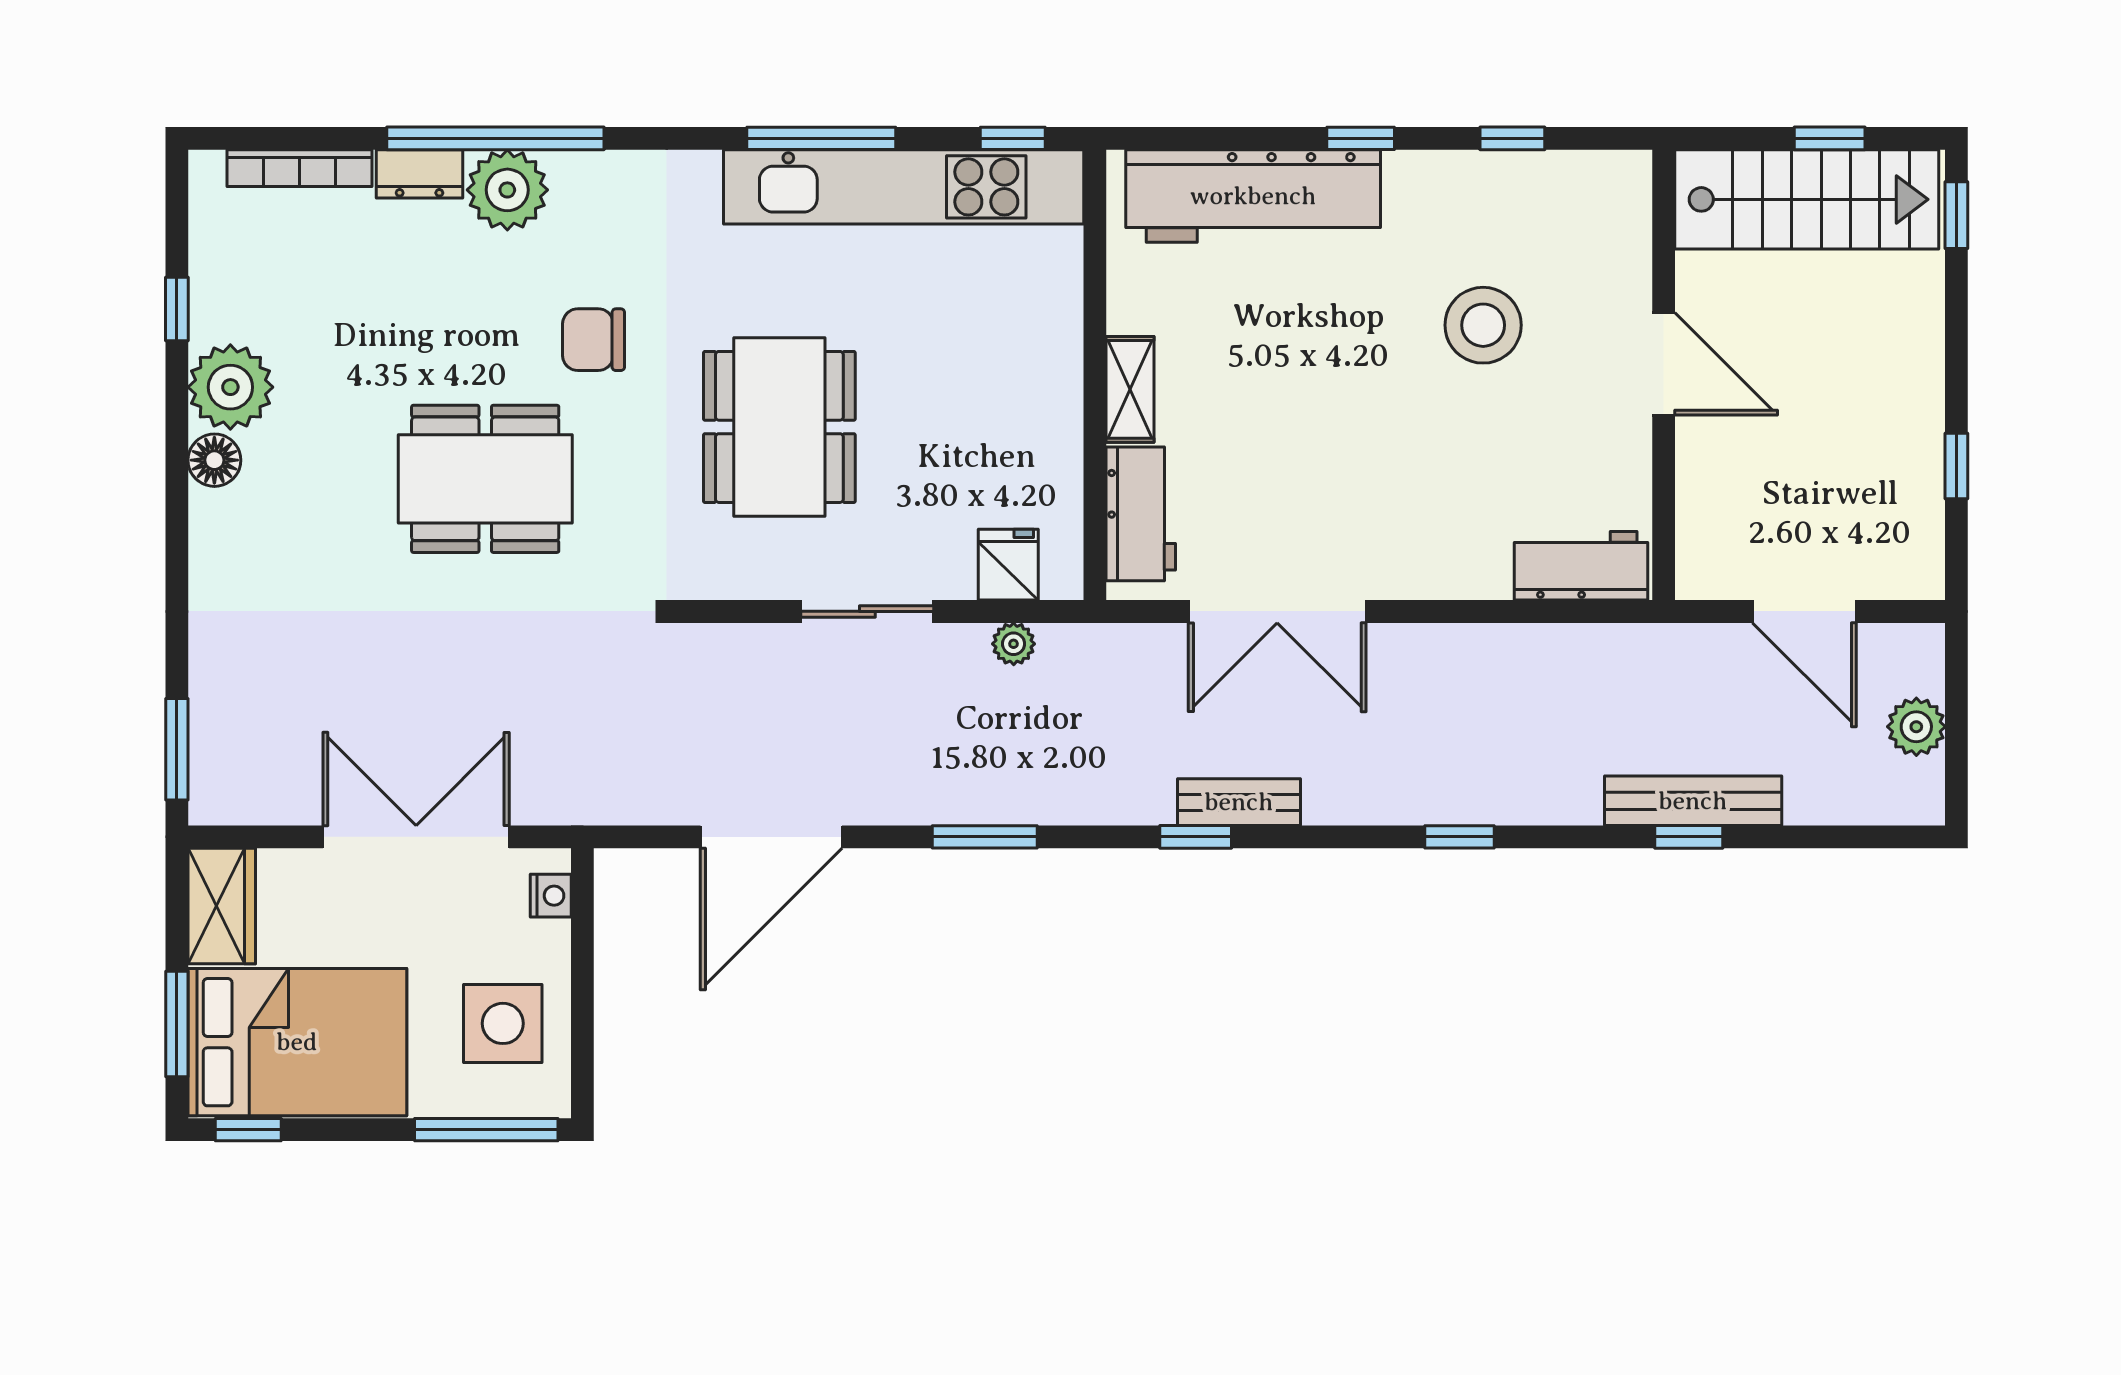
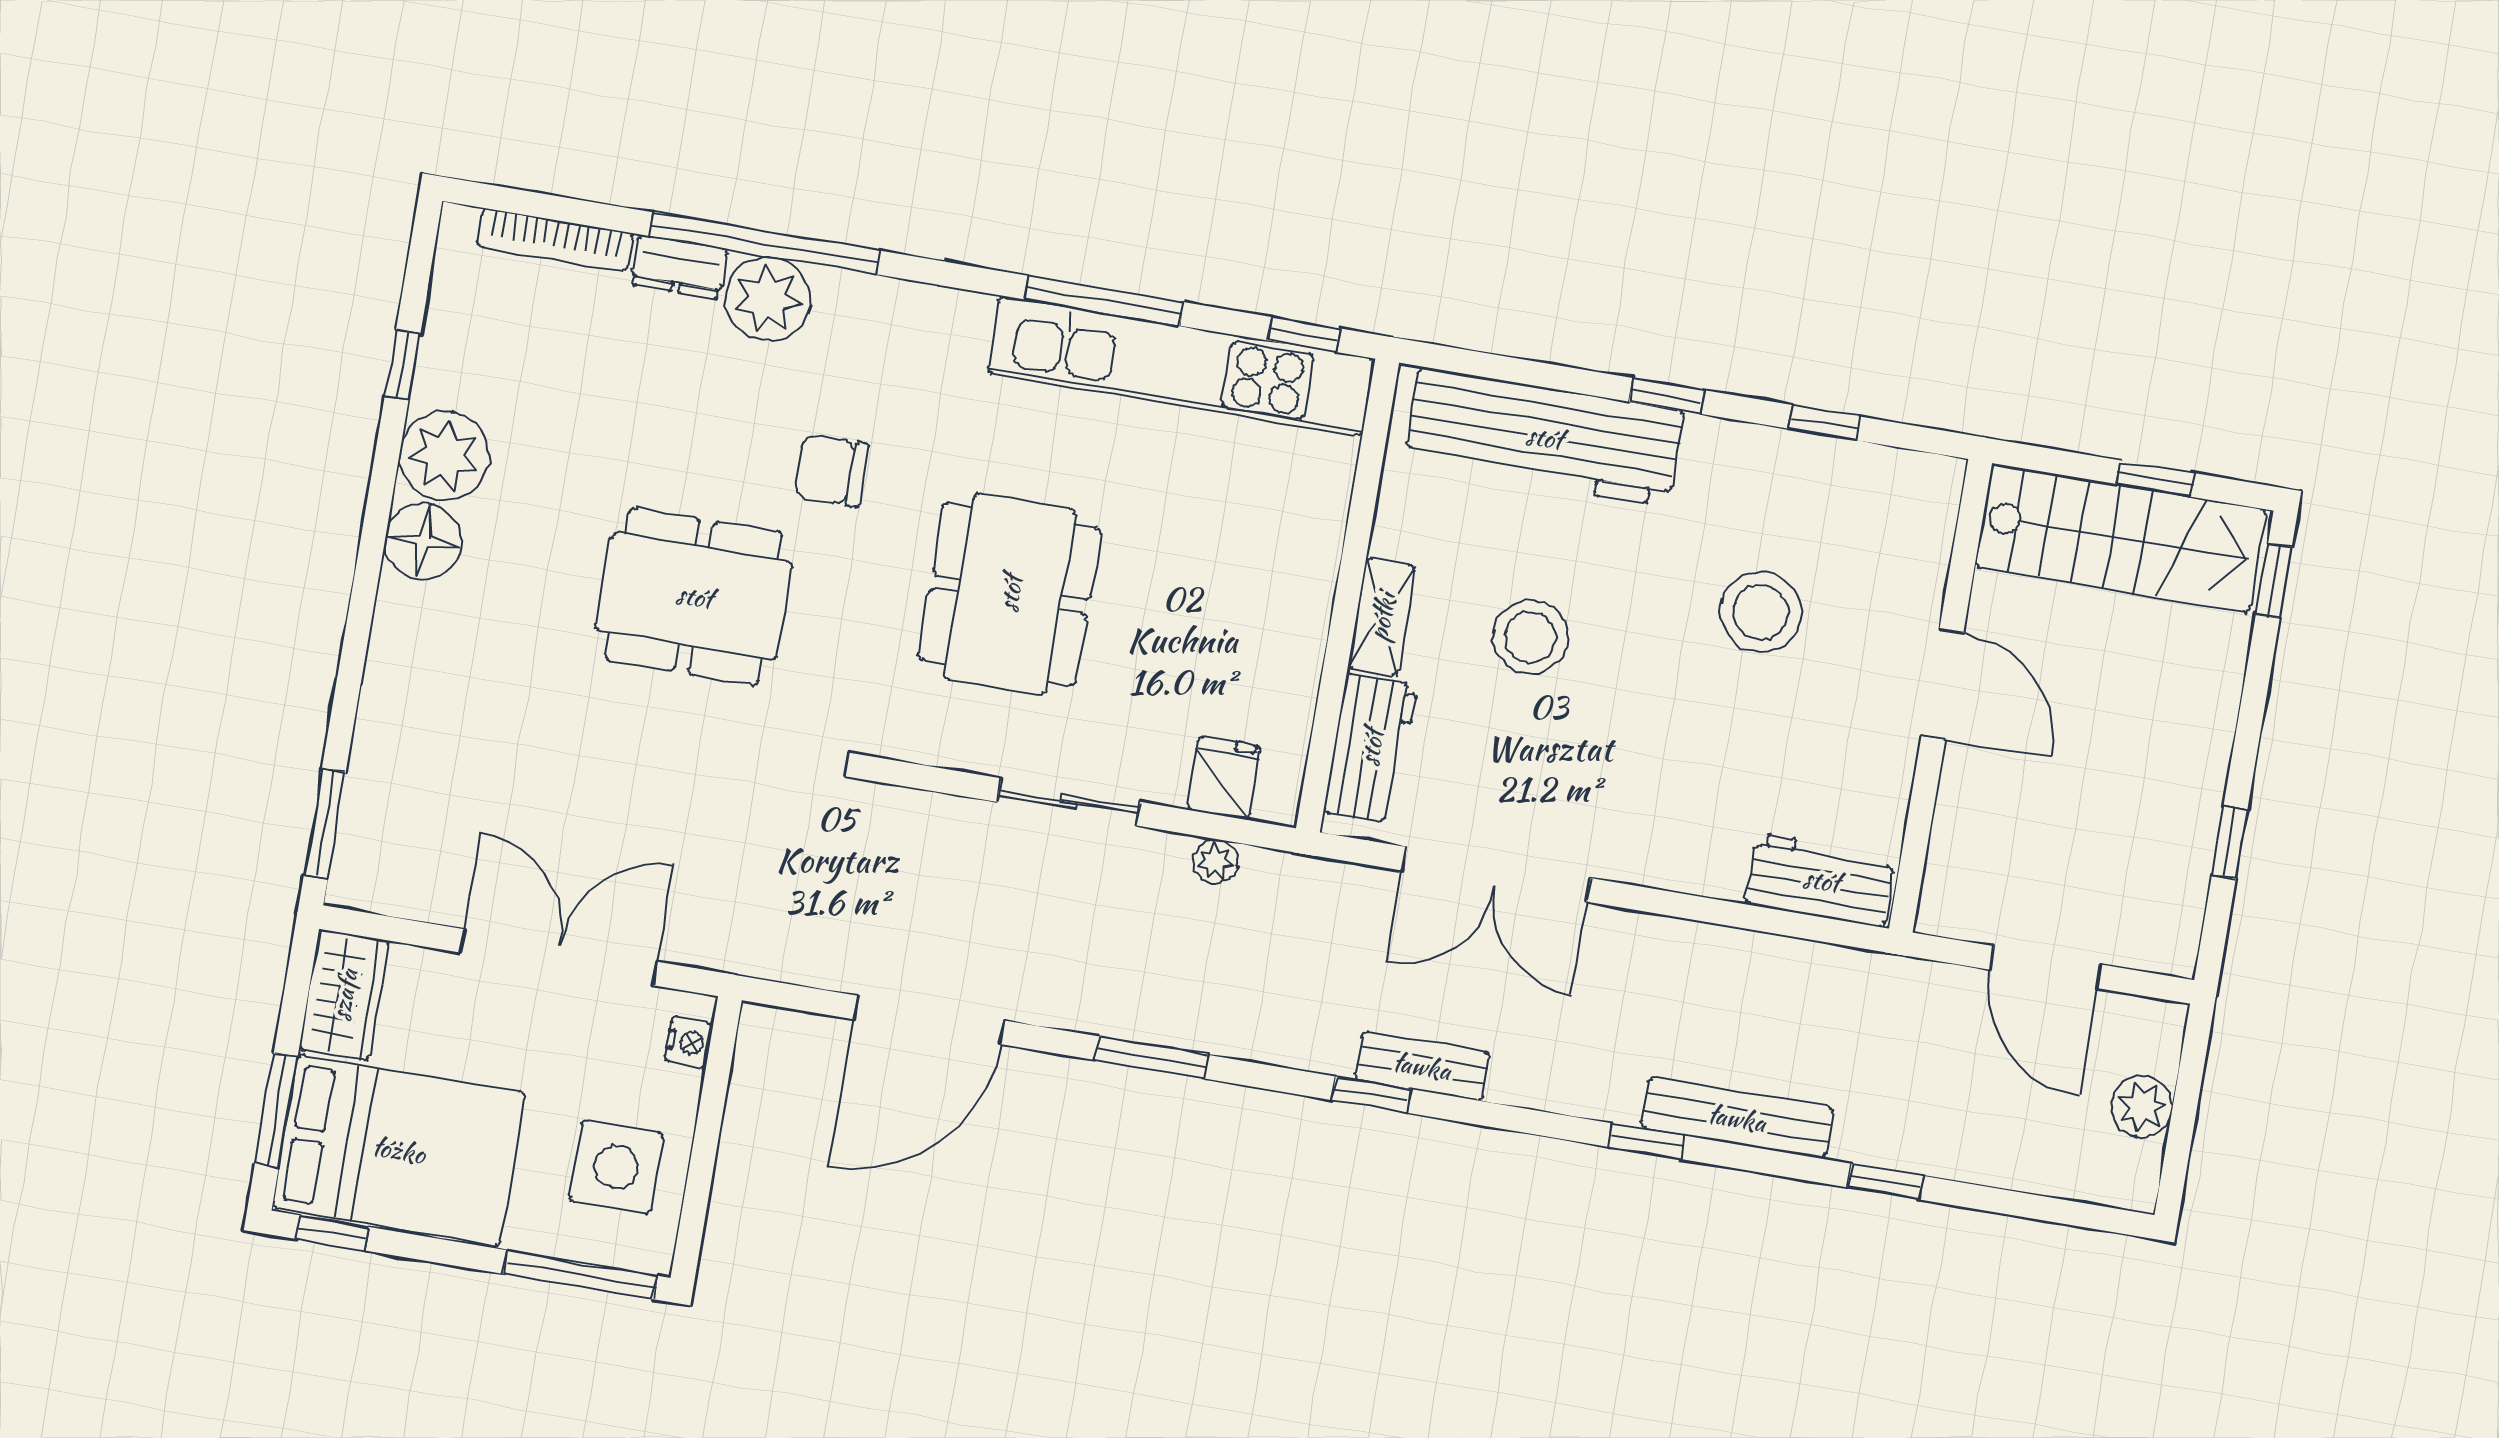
stool: (1272, 385) -> (1531, 637), added
floor lamp: (214, 460) -> (423, 541), width x1.38, depth x1.38
bench: (1693, 801) -> (1737, 1118), moved

